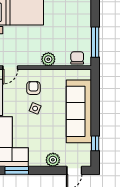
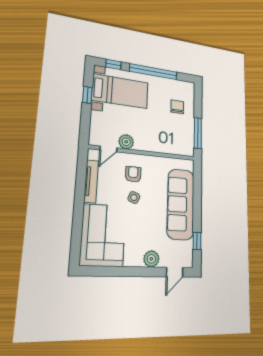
chair: (77, 58) -> (177, 107), moved
plant: (48, 59) -> (126, 142), moved
window: (17, 170) -> (109, 271), removed

